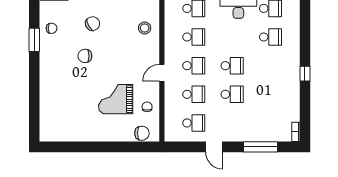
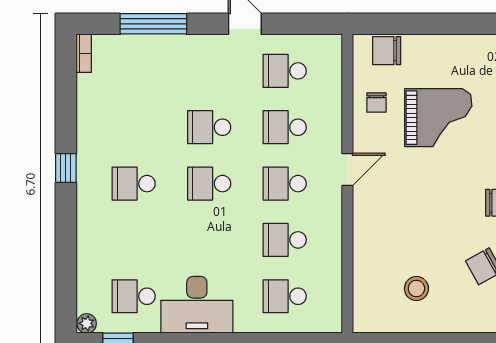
stool: (145, 28) -> (416, 289), moved
school desk: (271, 37) -> (134, 184), moved

